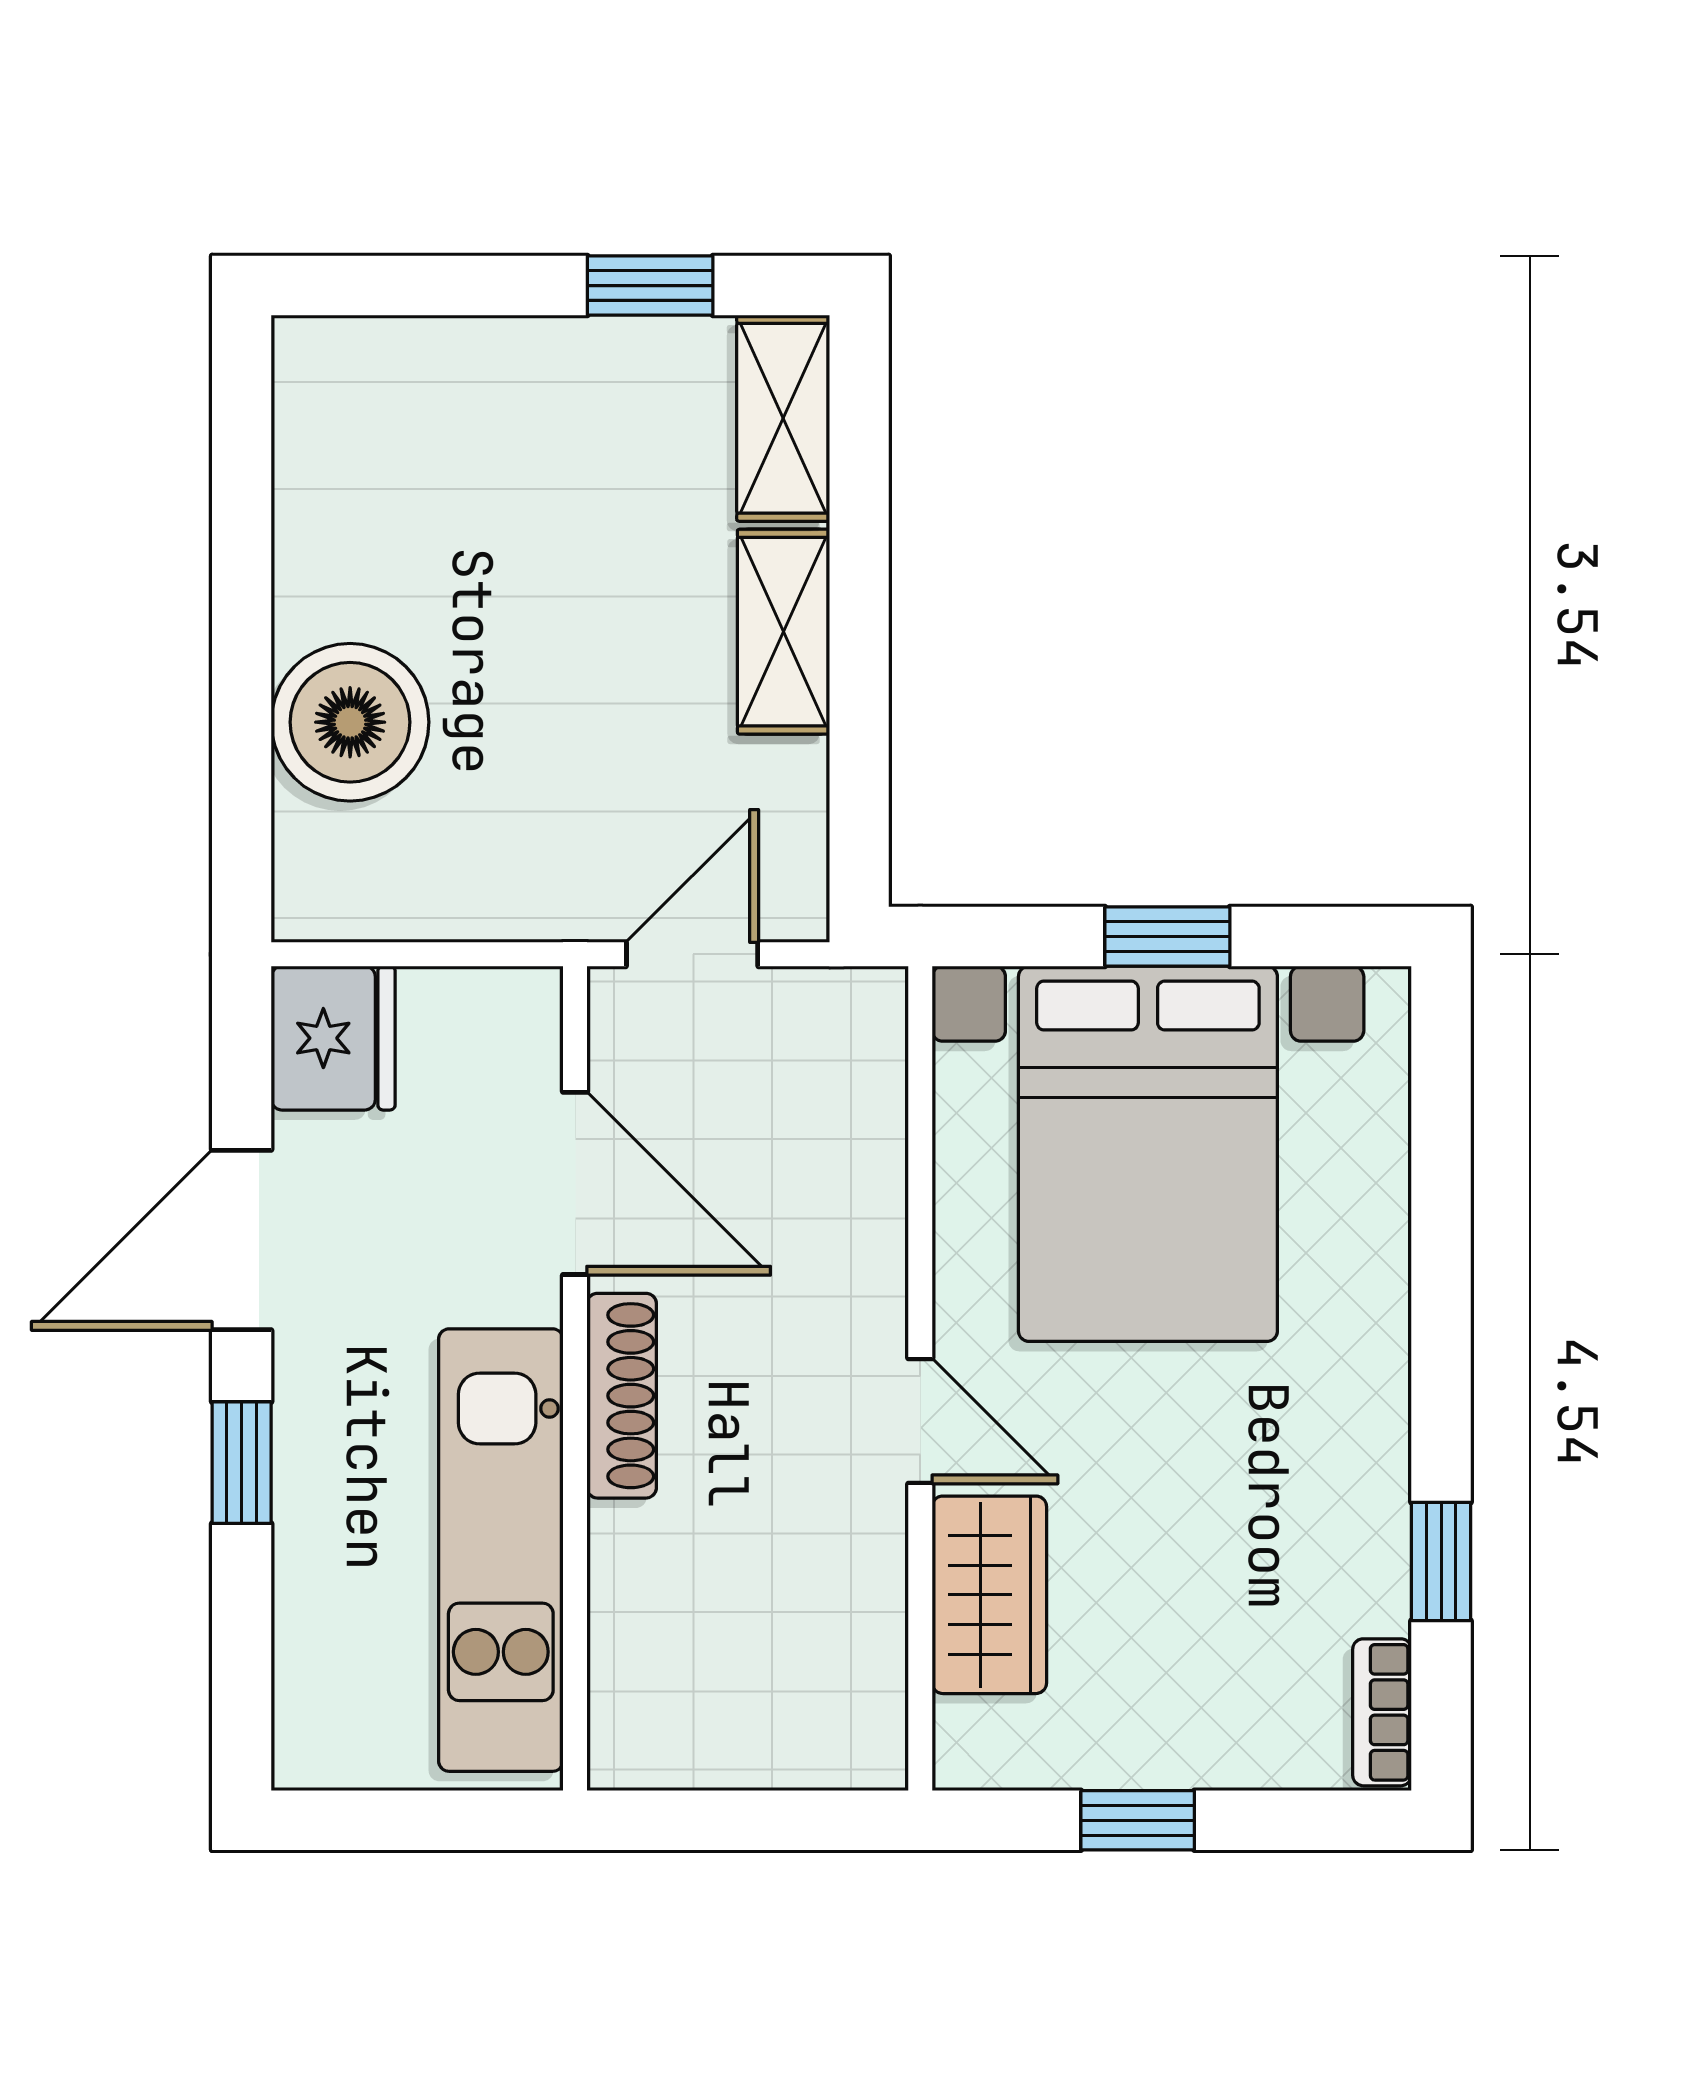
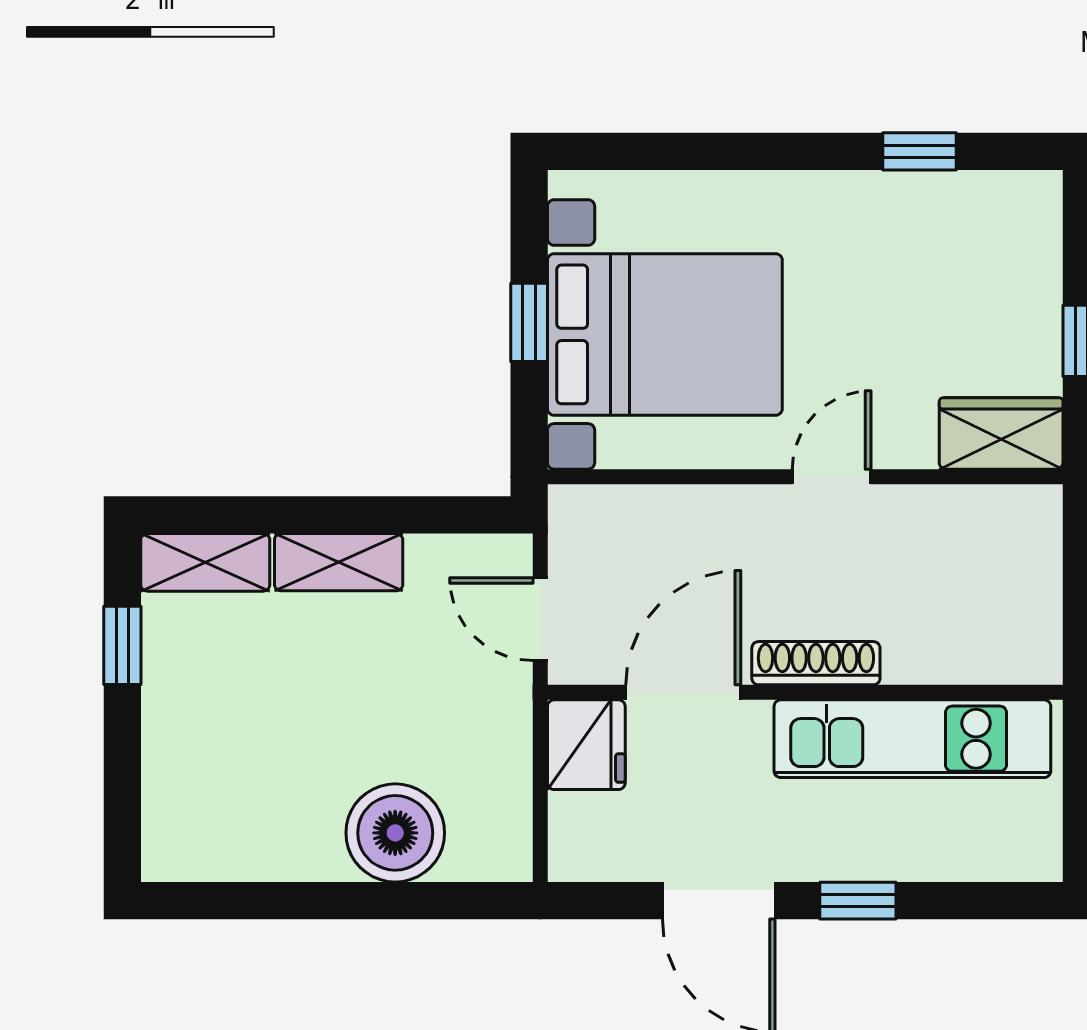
fridge: (333, 1038) -> (586, 745), moved, turned 90
wardrobe: (989, 1595) -> (1001, 434), moved
bookcase: (1382, 1712) -> (1014, 188), removed

